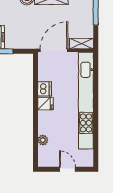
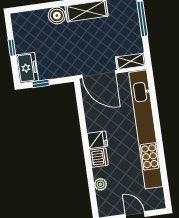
door: (54, 50) -> (99, 74), swing flipped
dishwasher: (45, 89) -> (99, 158), moved

